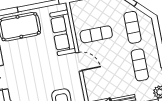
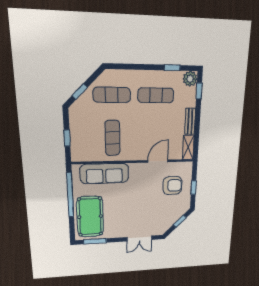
door: (79, 62) -> (158, 161), moved

